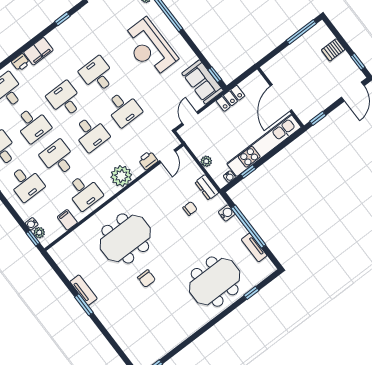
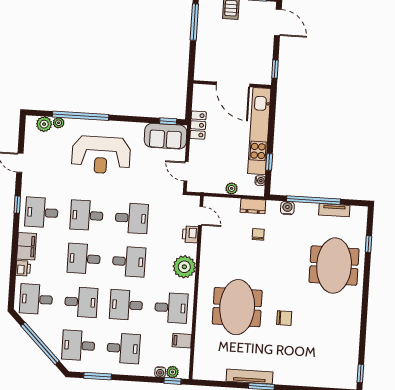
desk: (72, 41) -> (42, 212), added
tv unit: (84, 290) -> (249, 377), width x1.41

